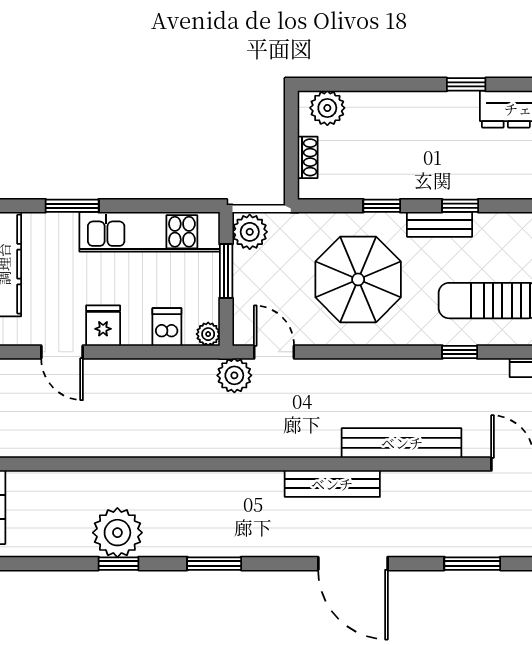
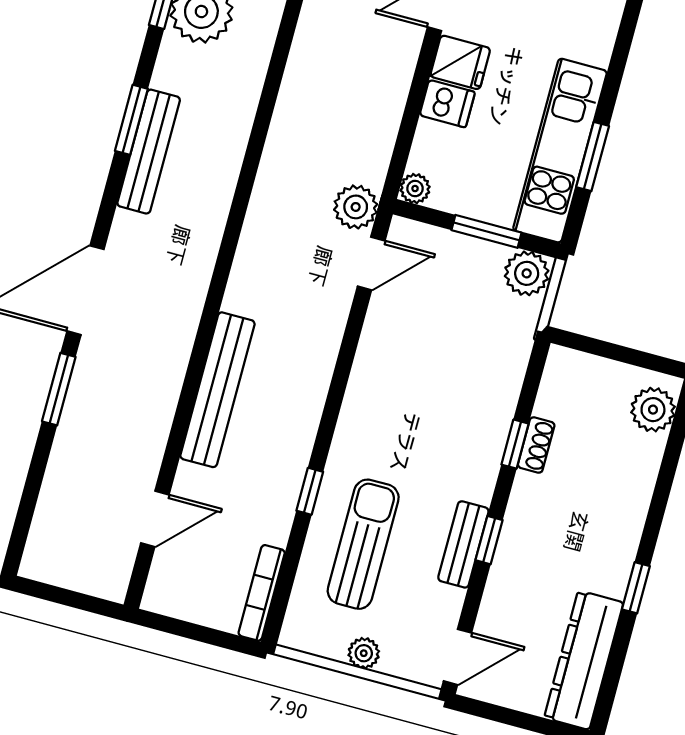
shoe rack: (308, 157) -> (536, 445), moved, turned -90
window: (72, 206) -> (593, 157), moved
bench: (439, 224) -> (463, 544), moved
parasol: (358, 279) -> (432, 391), removed
dishwasher: (167, 327) -> (447, 104), moved
bench: (332, 484) -> (149, 152), moved
window: (472, 564) -> (59, 389), moved

